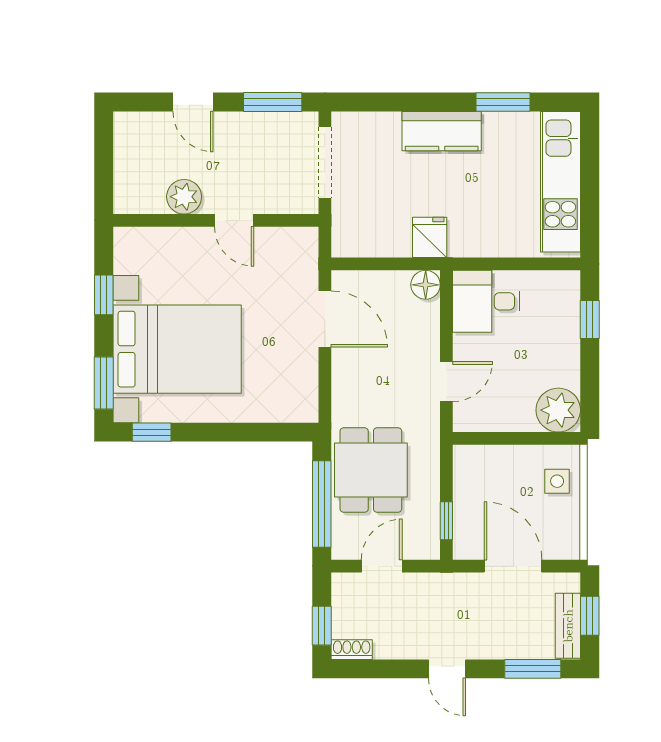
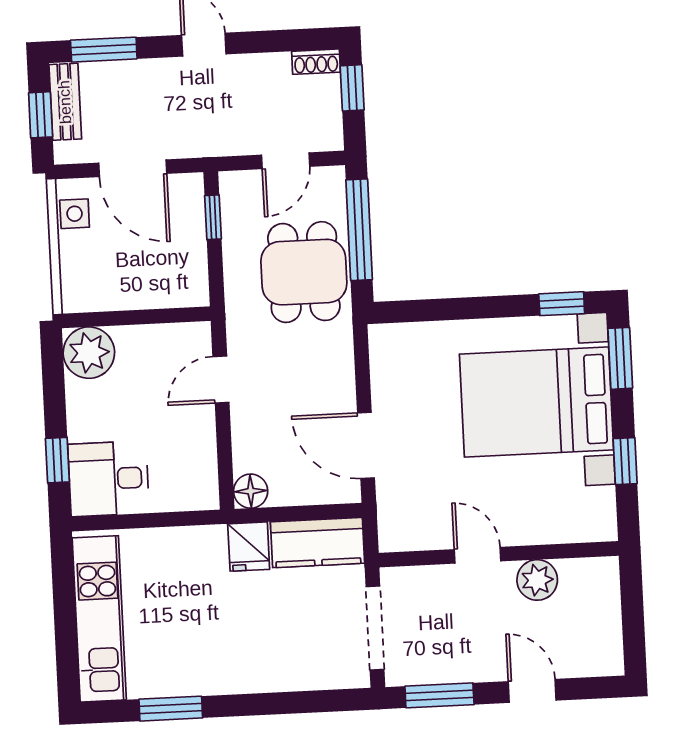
kitchen counter: (442, 131) -> (317, 542), moved, turned 180
desk: (486, 301) -> (108, 479), moved, turned 180
side table: (557, 481) -> (75, 214), moved

